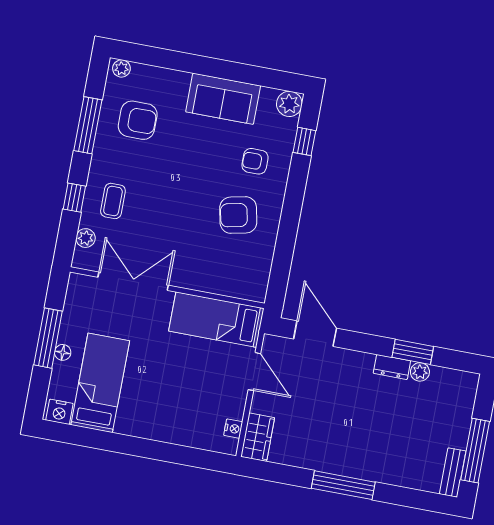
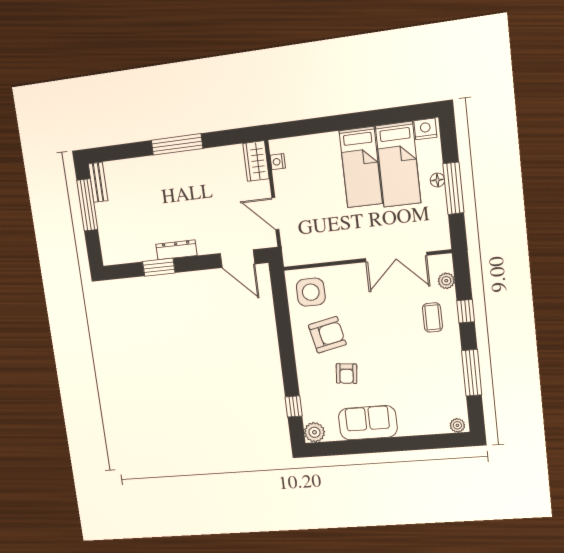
armchair: (138, 120) -> (432, 388), removed
armchair: (255, 161) -> (347, 374), moved, turned 96
side table: (242, 270) -> (311, 292), added
bed: (216, 320) -> (361, 167), moved, turned 90
dresser: (392, 367) -> (176, 250), width x1.44
plant: (420, 372) -> (148, 253), removed

